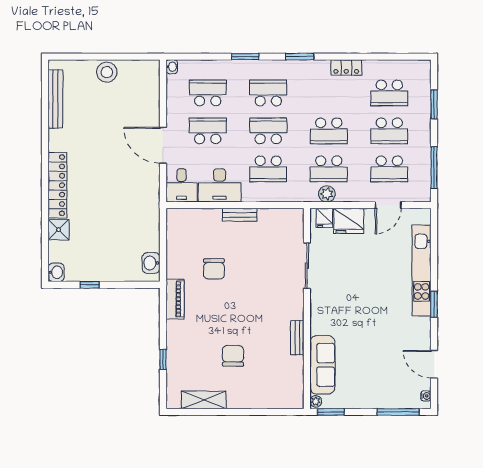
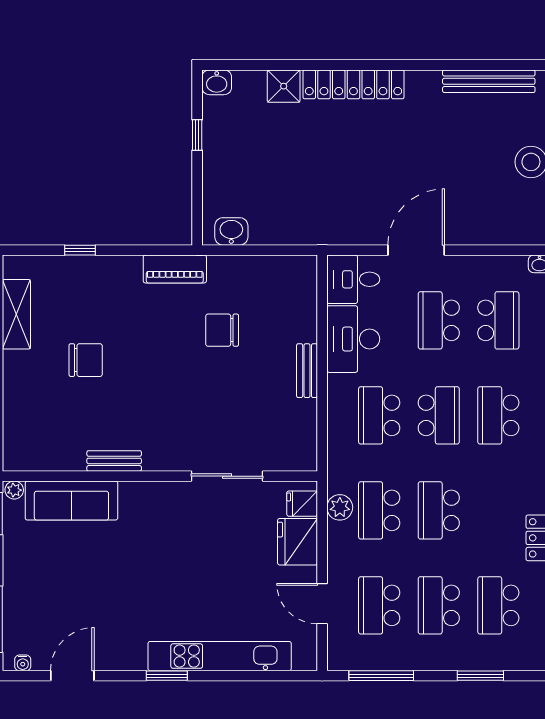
school desk: (268, 93) -> (498, 415), turned 180
school desk: (208, 131) -> (439, 320), turned 180

